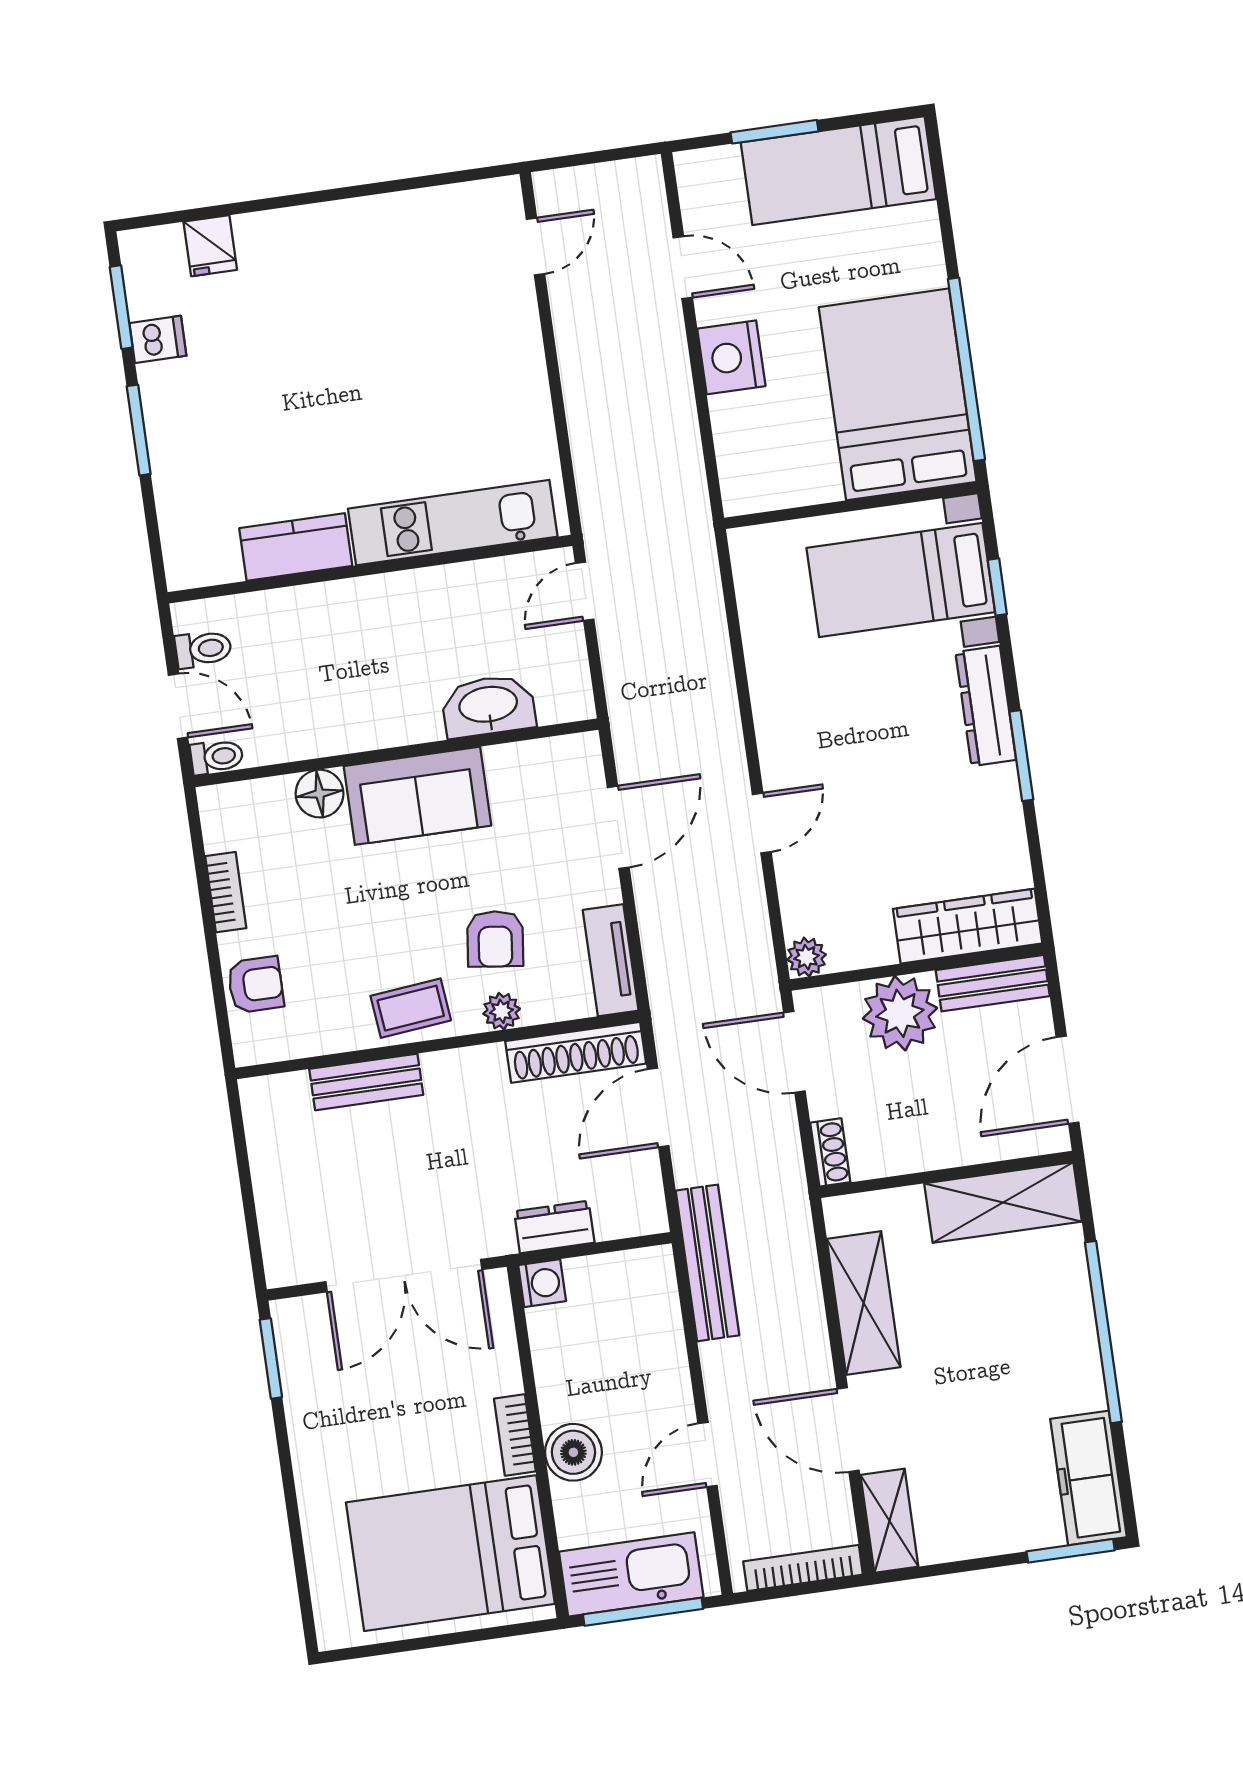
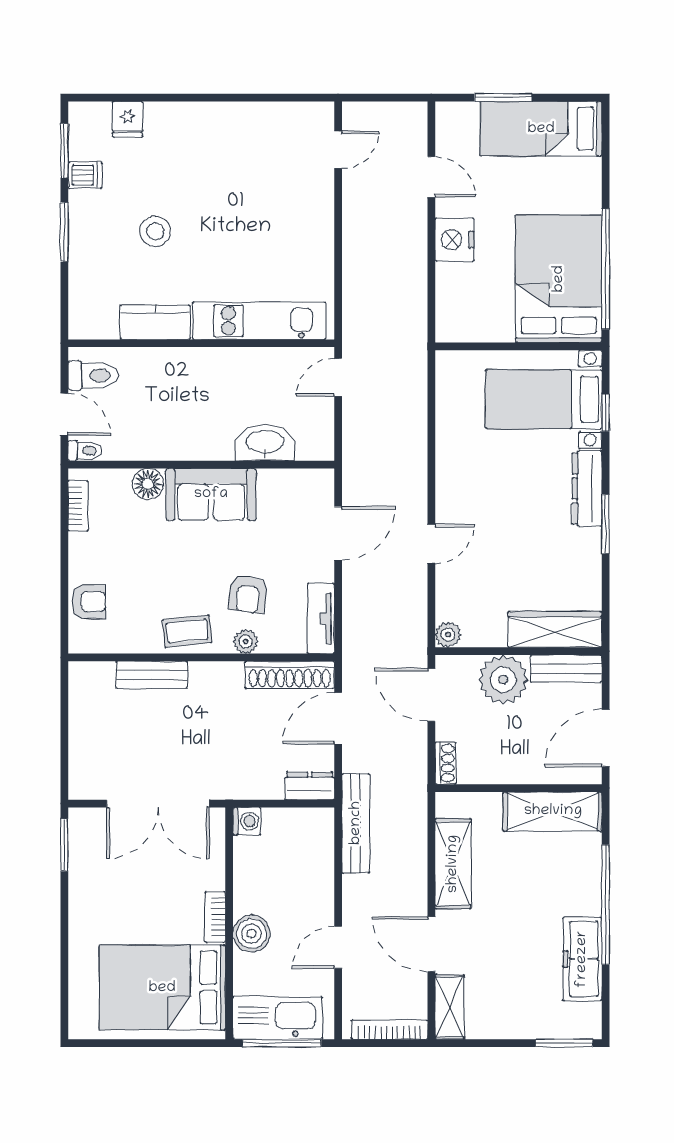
stool: (276, 409) -> (155, 231), added
toilet: (203, 649) -> (93, 376), width x1.37, depth x1.39
bookcase: (226, 892) -> (78, 506), moved
dresser: (554, 1227) -> (310, 786), moved
freezer: (1088, 1478) -> (582, 959), moved

